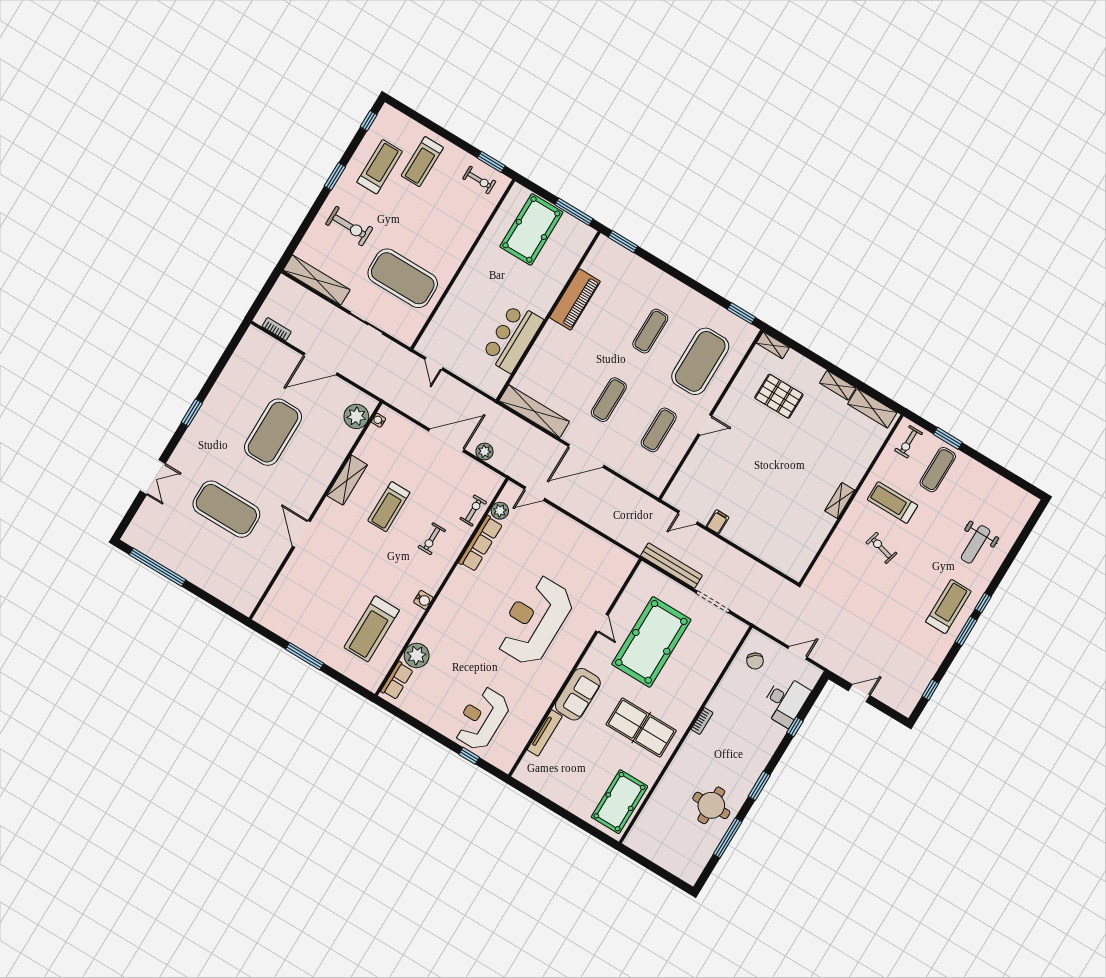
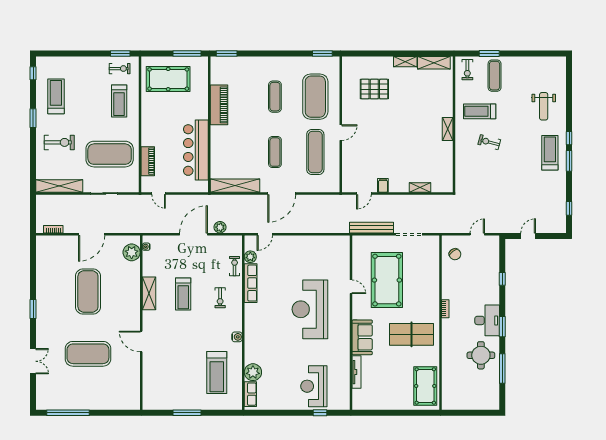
treadmill: (422, 162) -> (119, 101), moved
pool table: (531, 229) -> (168, 79), turned 90
piano: (445, 316) -> (148, 161), added
bar counter: (512, 338) -> (196, 150), width x1.36
shelving: (773, 345) -> (420, 188), moved
exercise mat: (659, 430) -> (315, 152), width x1.36, depth x1.45
desk: (785, 701) -> (487, 320), moved

